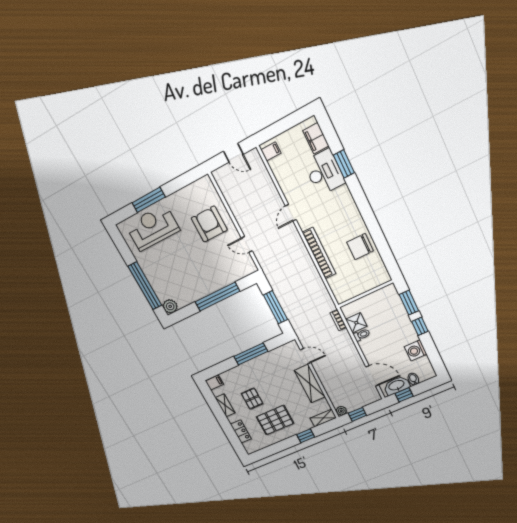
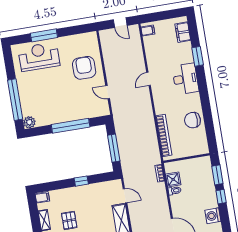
desk: (324, 172) -> (185, 79), moved
bookcase: (319, 253) -> (164, 135), moved
window: (251, 354) -> (81, 181), width x0.46

